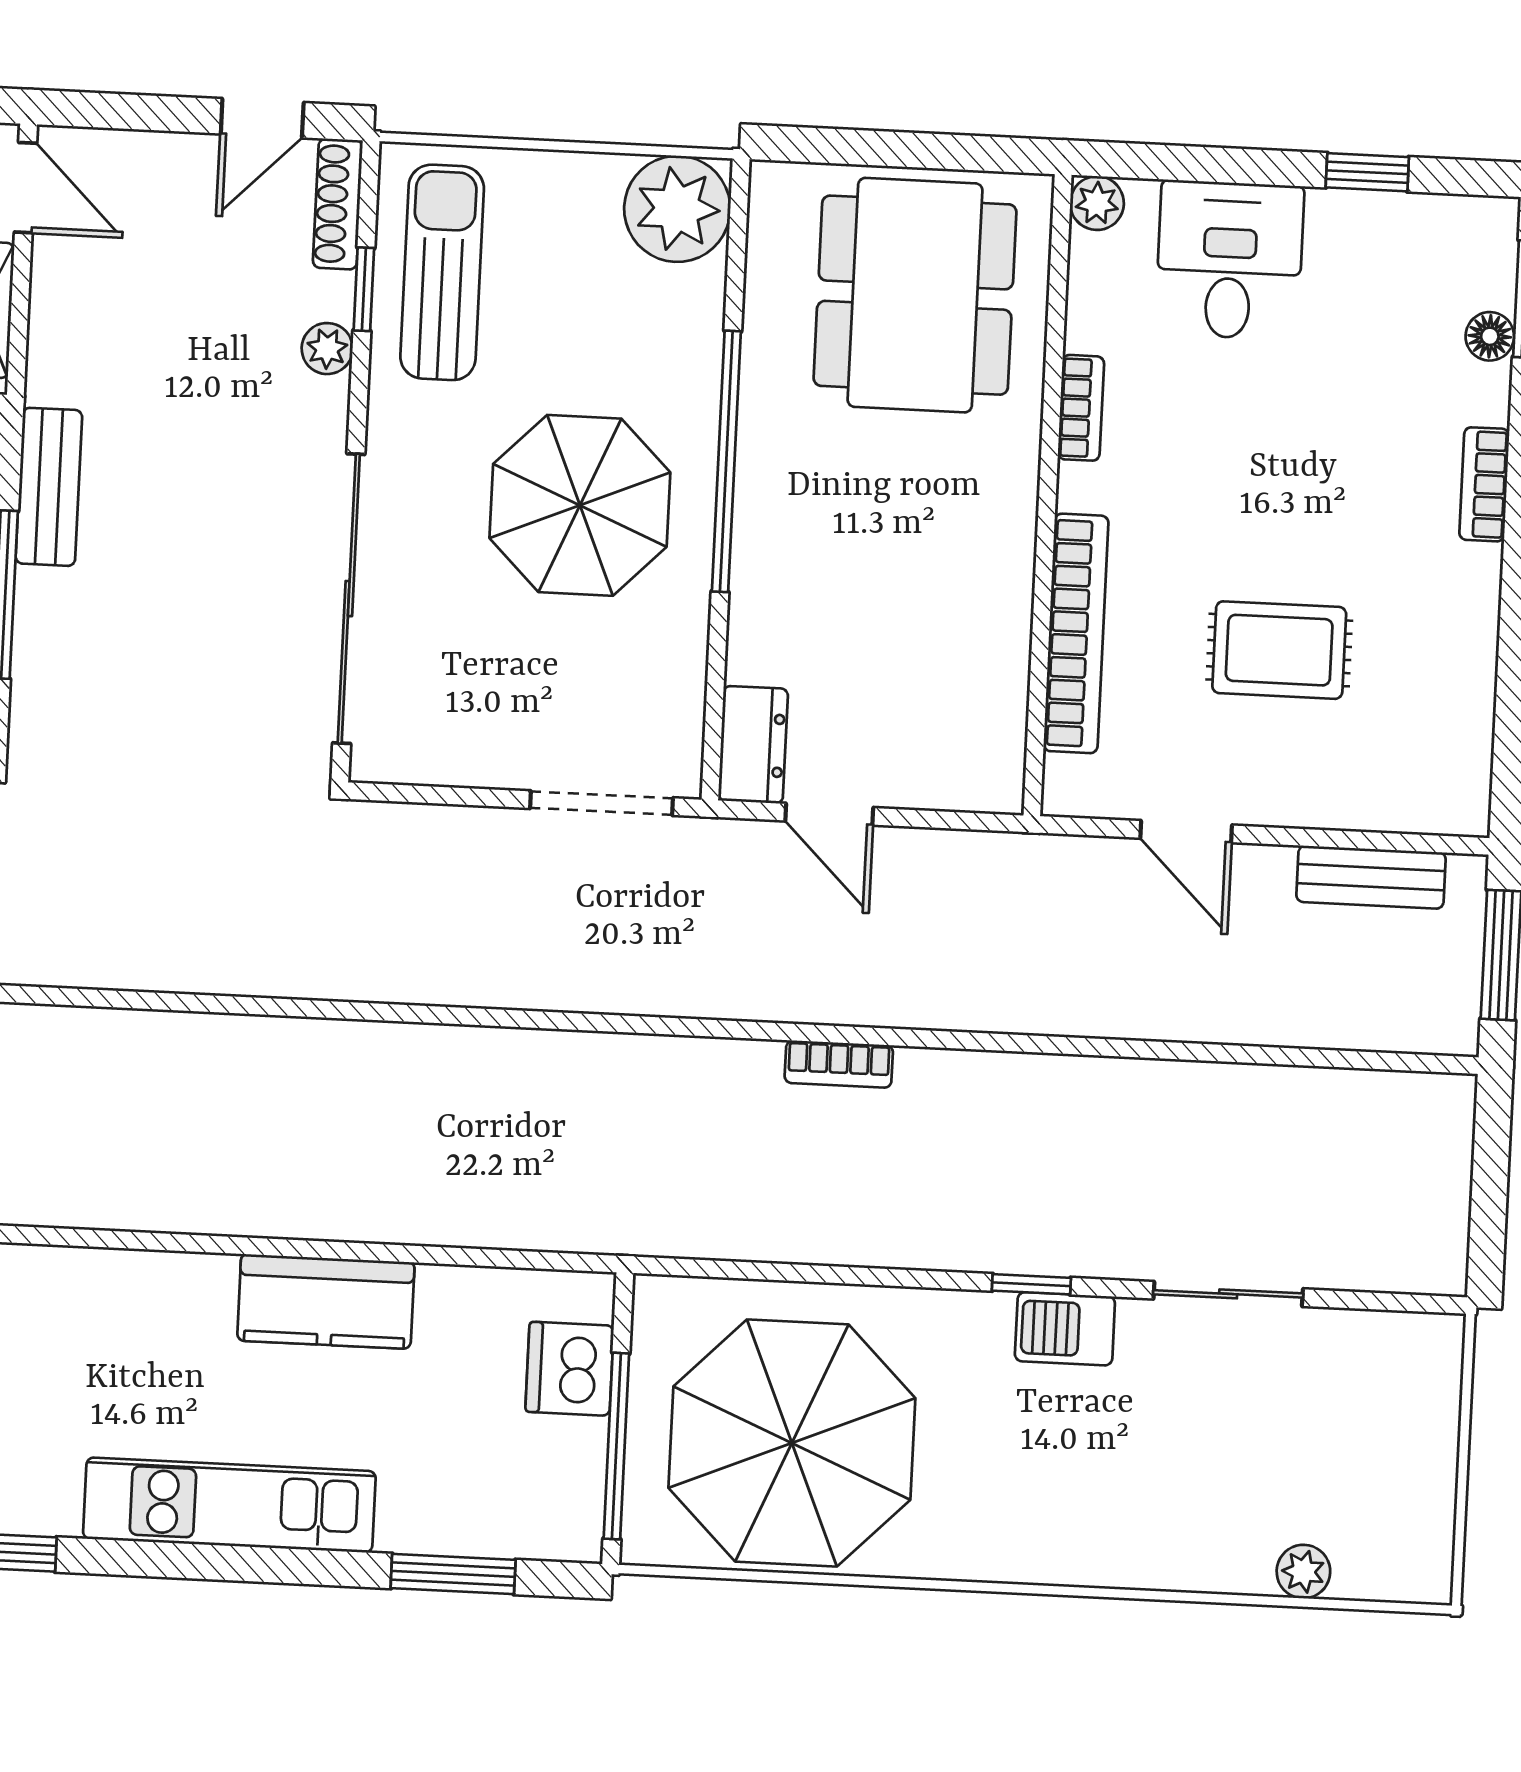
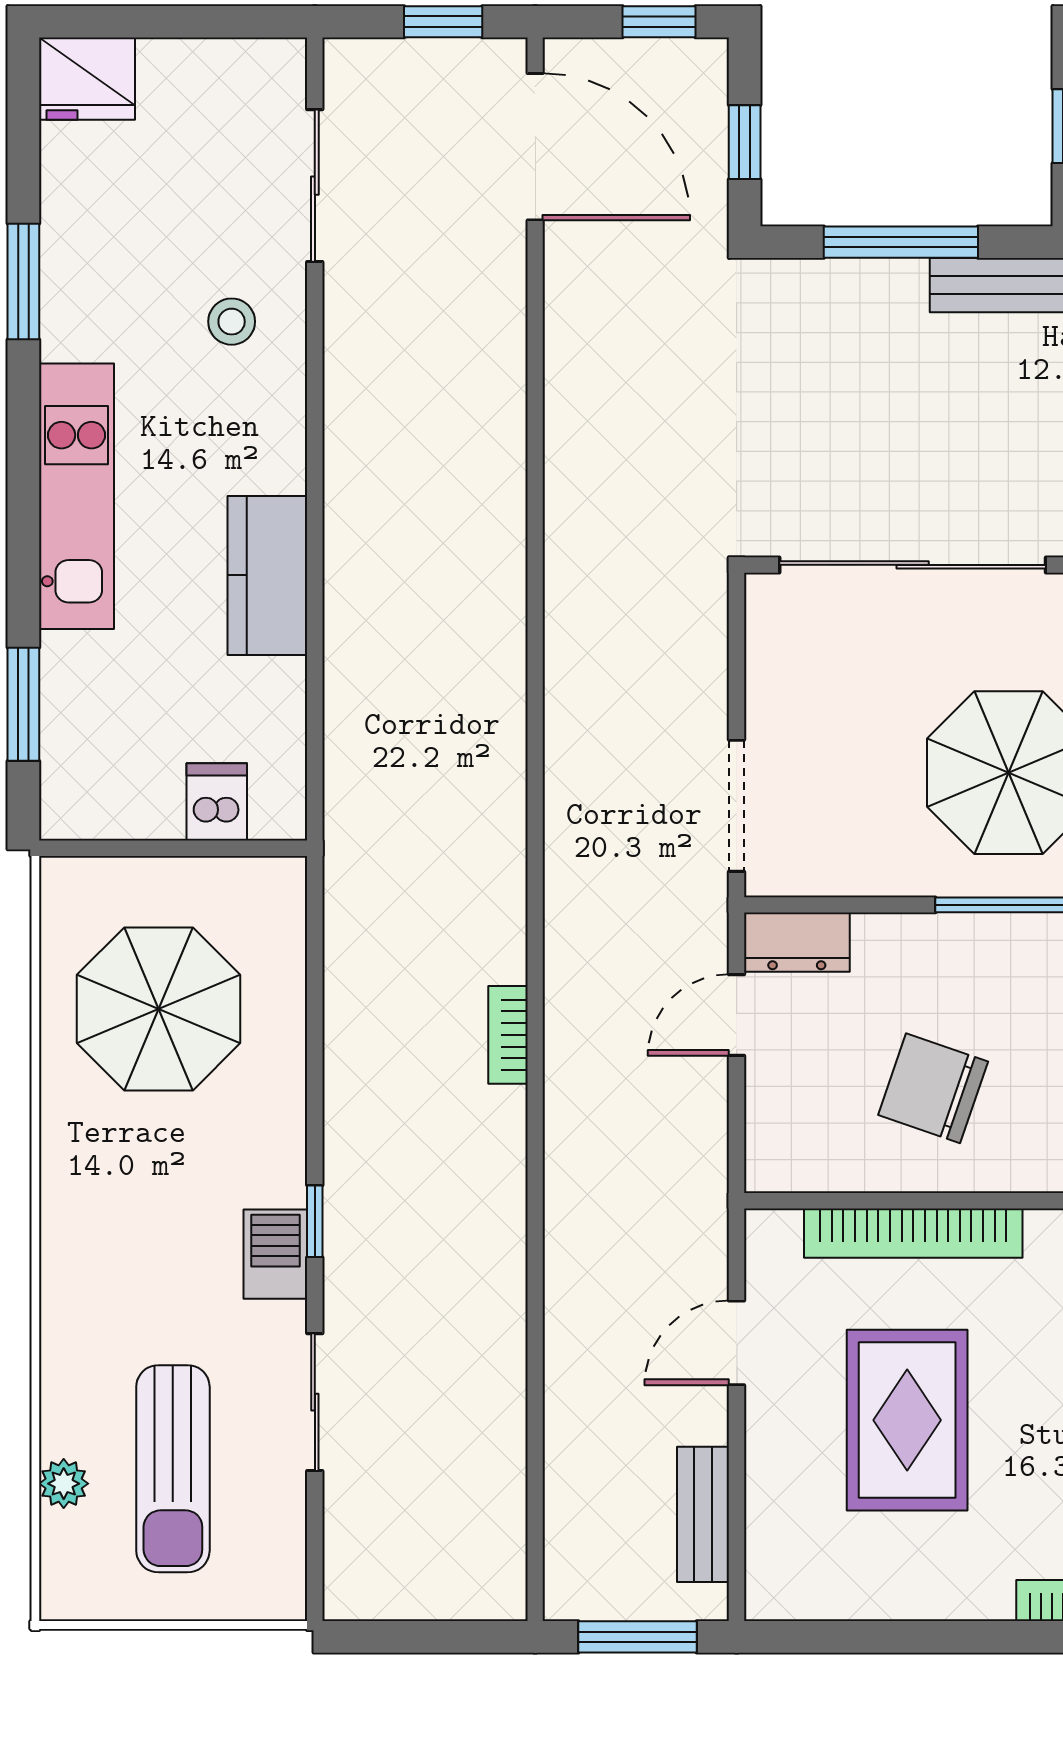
chair: (919, 604) -> (933, 1088), added
rug: (1279, 650) -> (907, 1420), width x1.36, depth x1.43
stool: (48, 1327) -> (232, 322), added
dishwasher: (570, 1369) -> (217, 802), width x0.73
parasol: (792, 1443) -> (159, 1009), width x0.73, depth x0.73
window: (616, 1446) -> (148, 848), removed
sun lounger: (1293, 1452) -> (173, 1469), added

